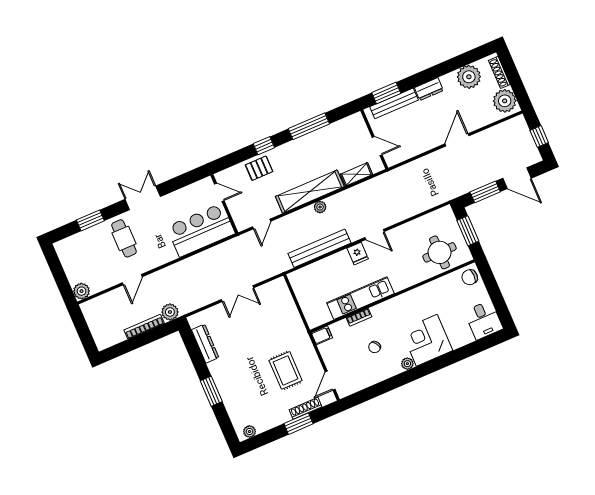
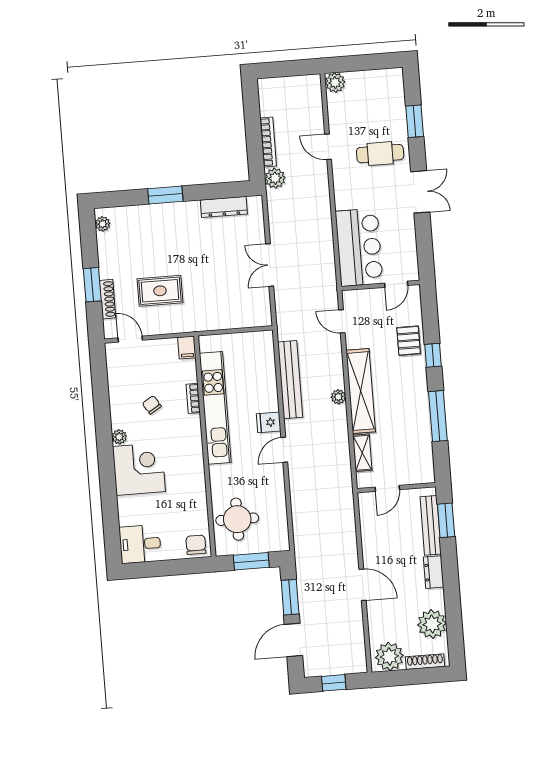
kitchen unit: (360, 298) -> (215, 408), width x1.36

